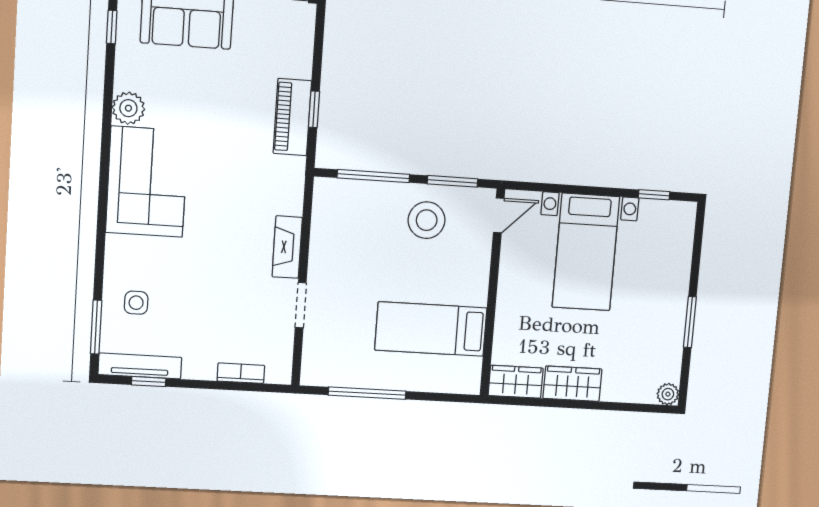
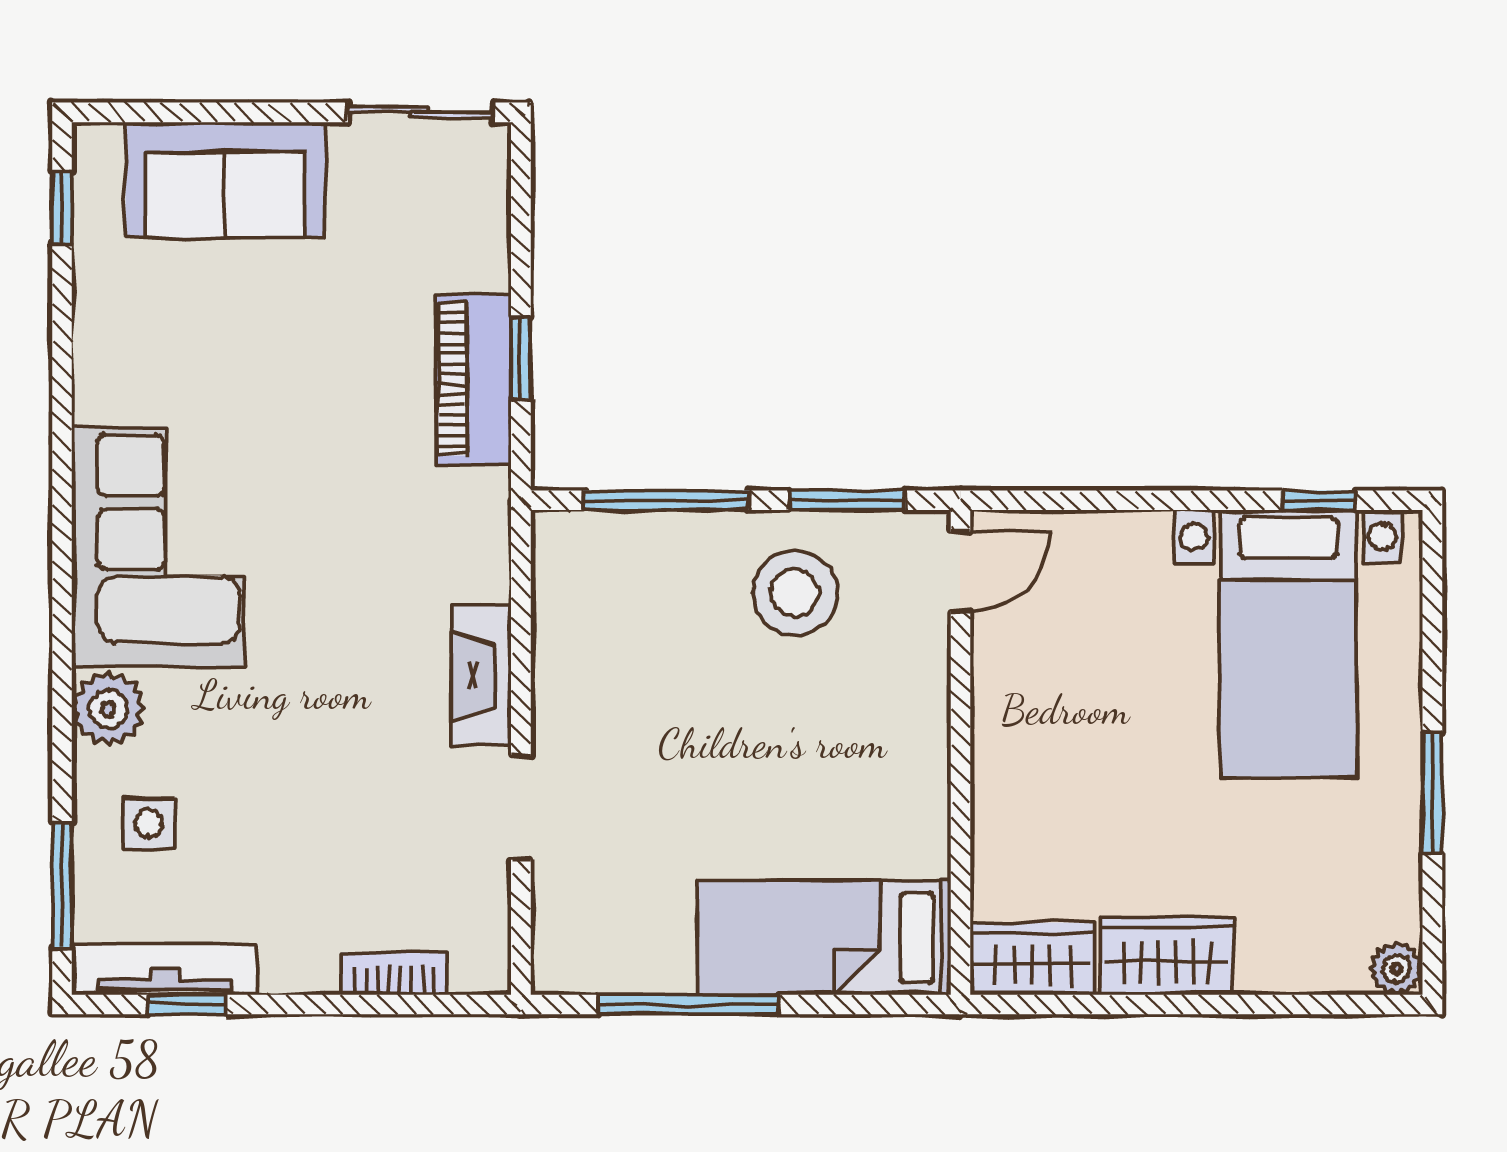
plant: (128, 108) -> (108, 709), moved
bed with nightstands: (586, 252) -> (1288, 644), moved
bed: (431, 329) -> (824, 938), moved

